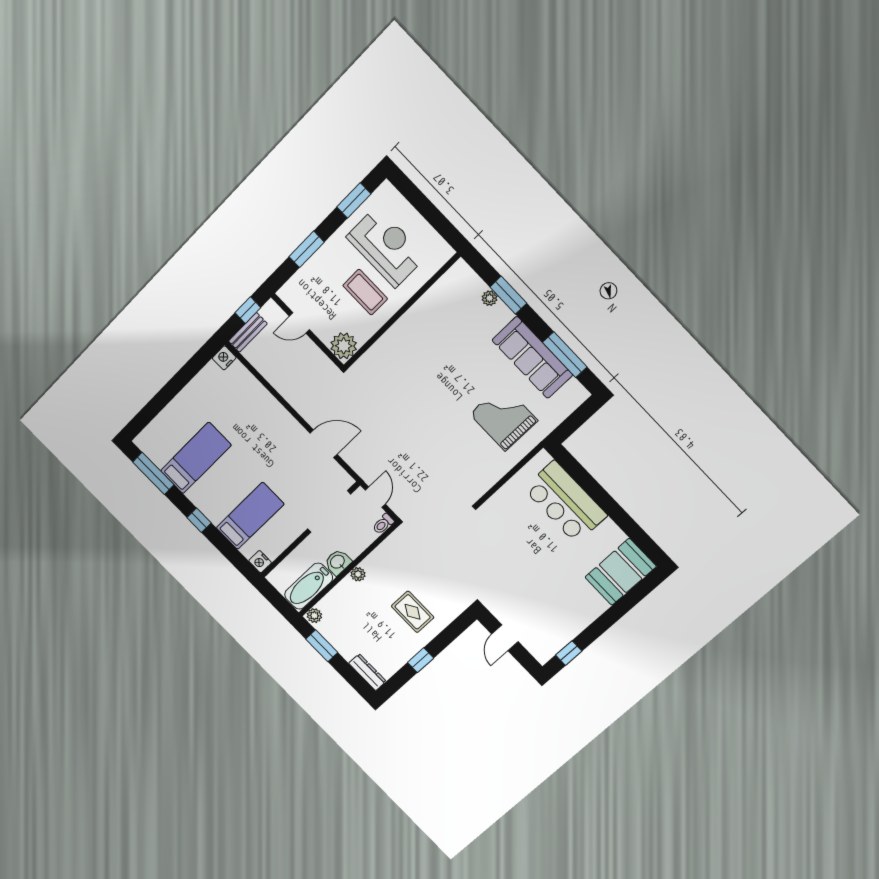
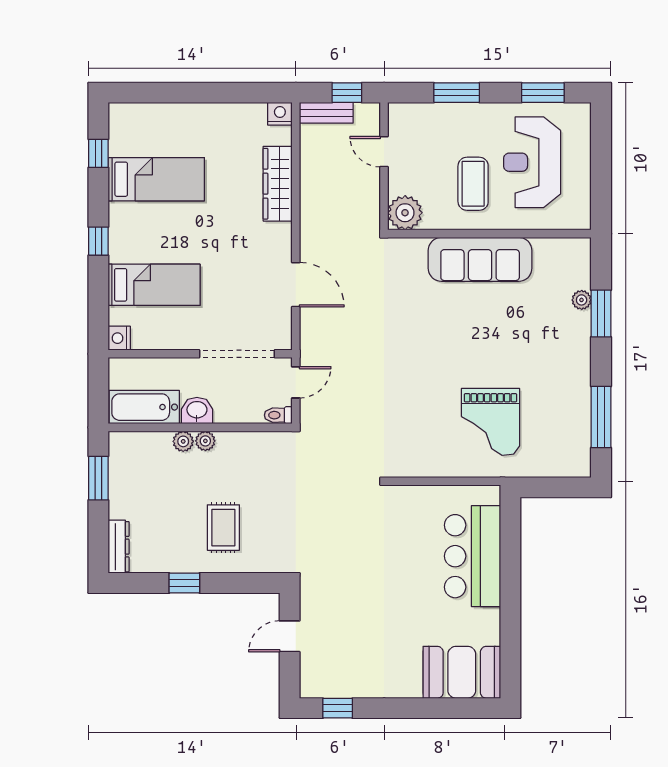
reception desk: (386, 247) -> (532, 162), turned 180
sofa: (532, 357) -> (480, 259), moved, turned -90
wardrobe: (260, 398) -> (278, 184), added
grand piano: (504, 417) -> (491, 422), turned 180
window: (153, 473) -> (98, 153), width x0.46
plant: (314, 616) -> (183, 441), moved

